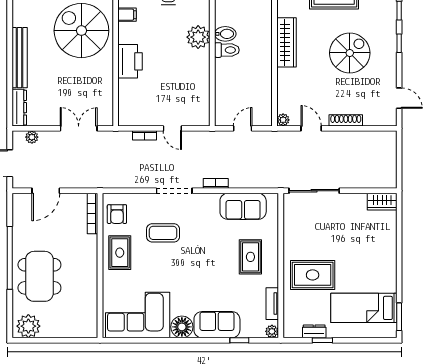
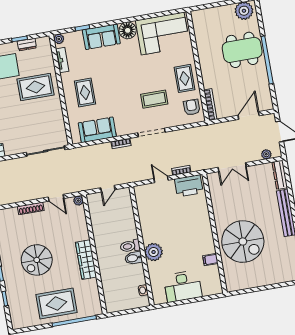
printer: (130, 61) -> (189, 186), moved, turned -90
dining table: (39, 276) -> (242, 50), turned 90

